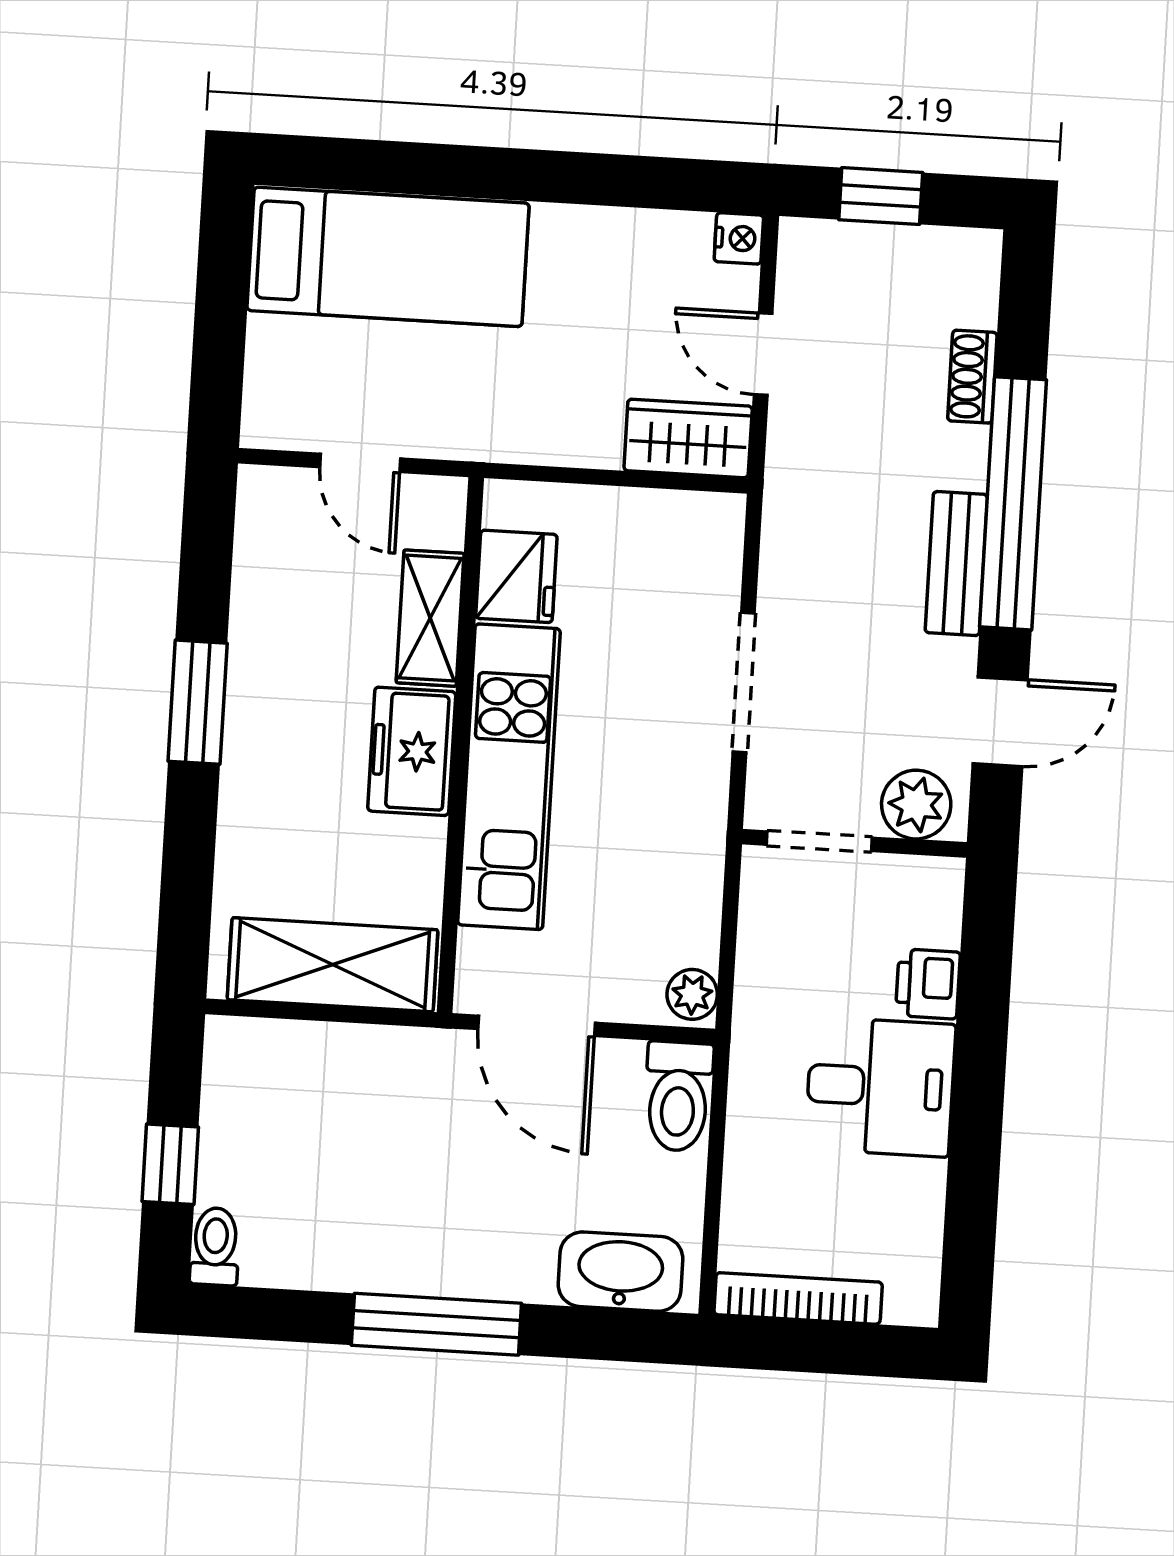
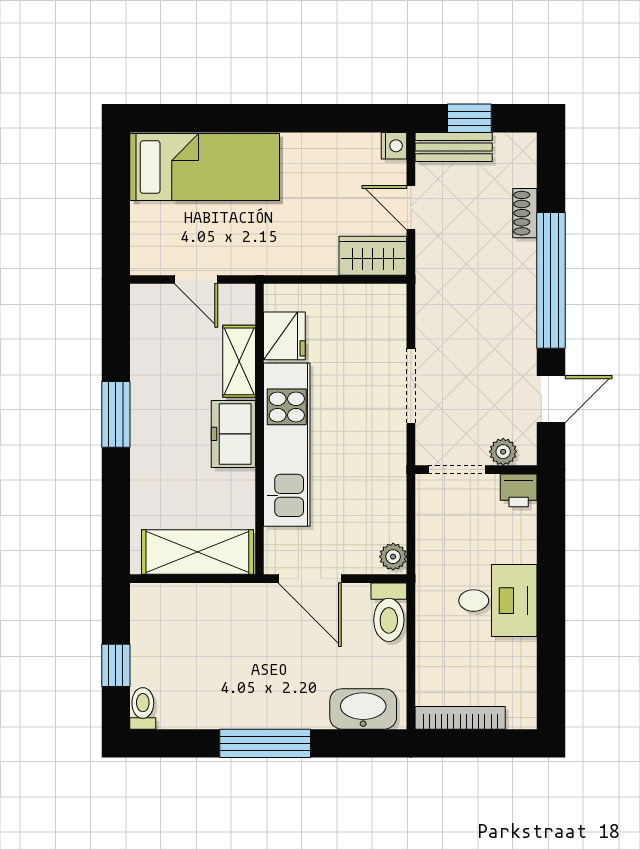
bench: (956, 564) -> (454, 147), moved, turned 90
plant: (916, 805) -> (503, 452), width x0.73, depth x0.73
printer: (928, 984) -> (519, 490), moved, turned -90

